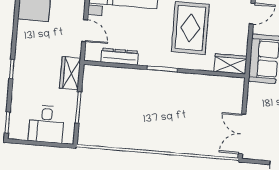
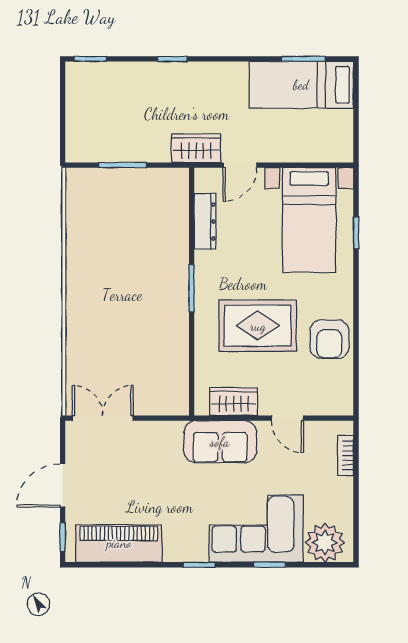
wardrobe: (231, 64) -> (234, 402), moved, turned -90
wardrobe: (70, 73) -> (196, 148), moved
desk: (46, 124) -> (93, 119), removed

